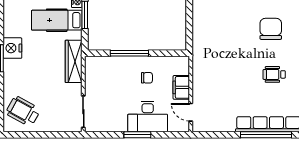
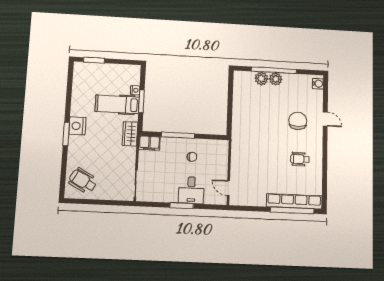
wardrobe: (74, 61) -> (130, 134), width x0.67
filing cabinet: (181, 87) -> (149, 143), moved, turned -90
desk: (148, 117) -> (191, 190), width x0.73

